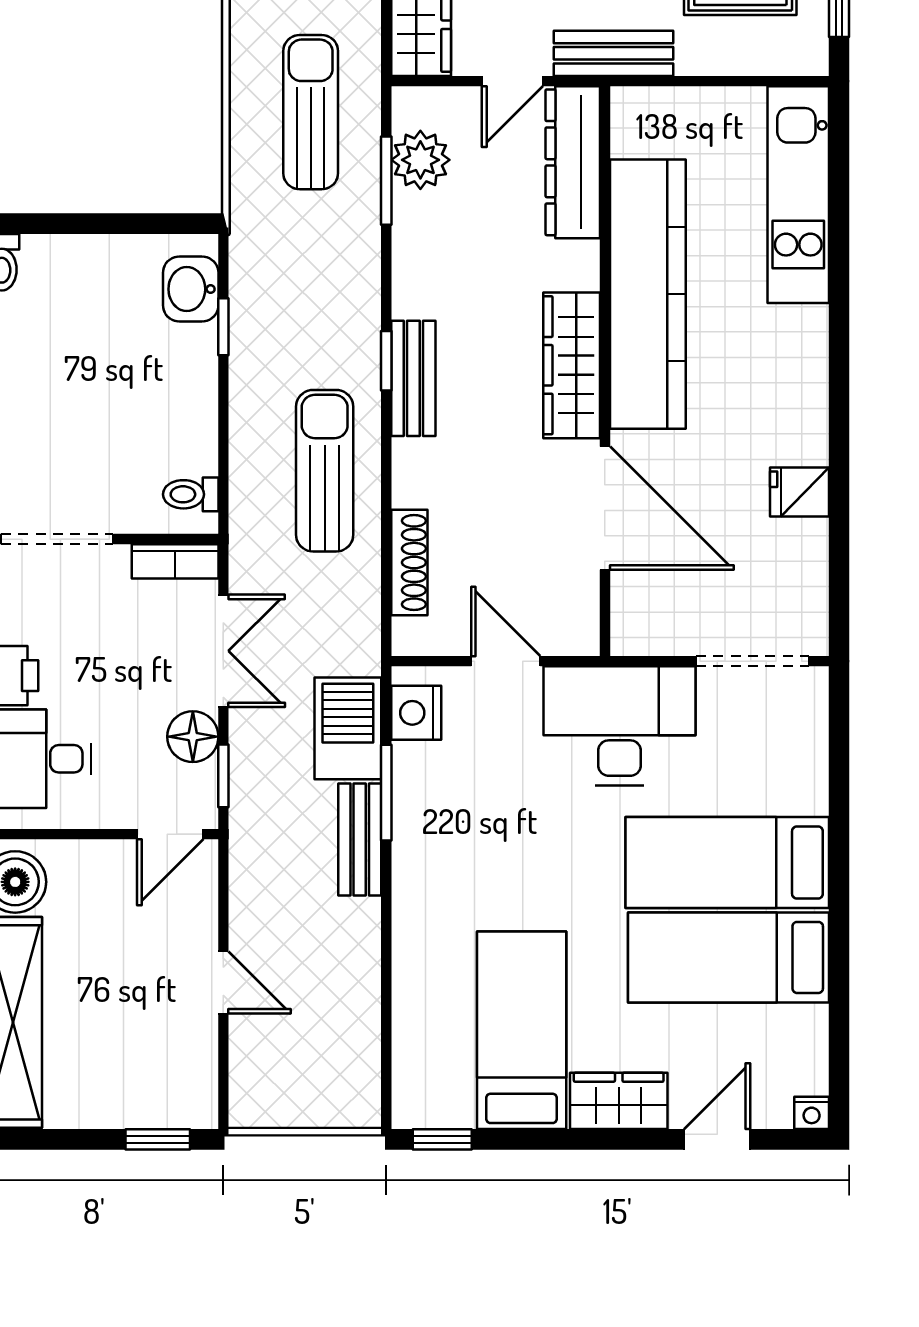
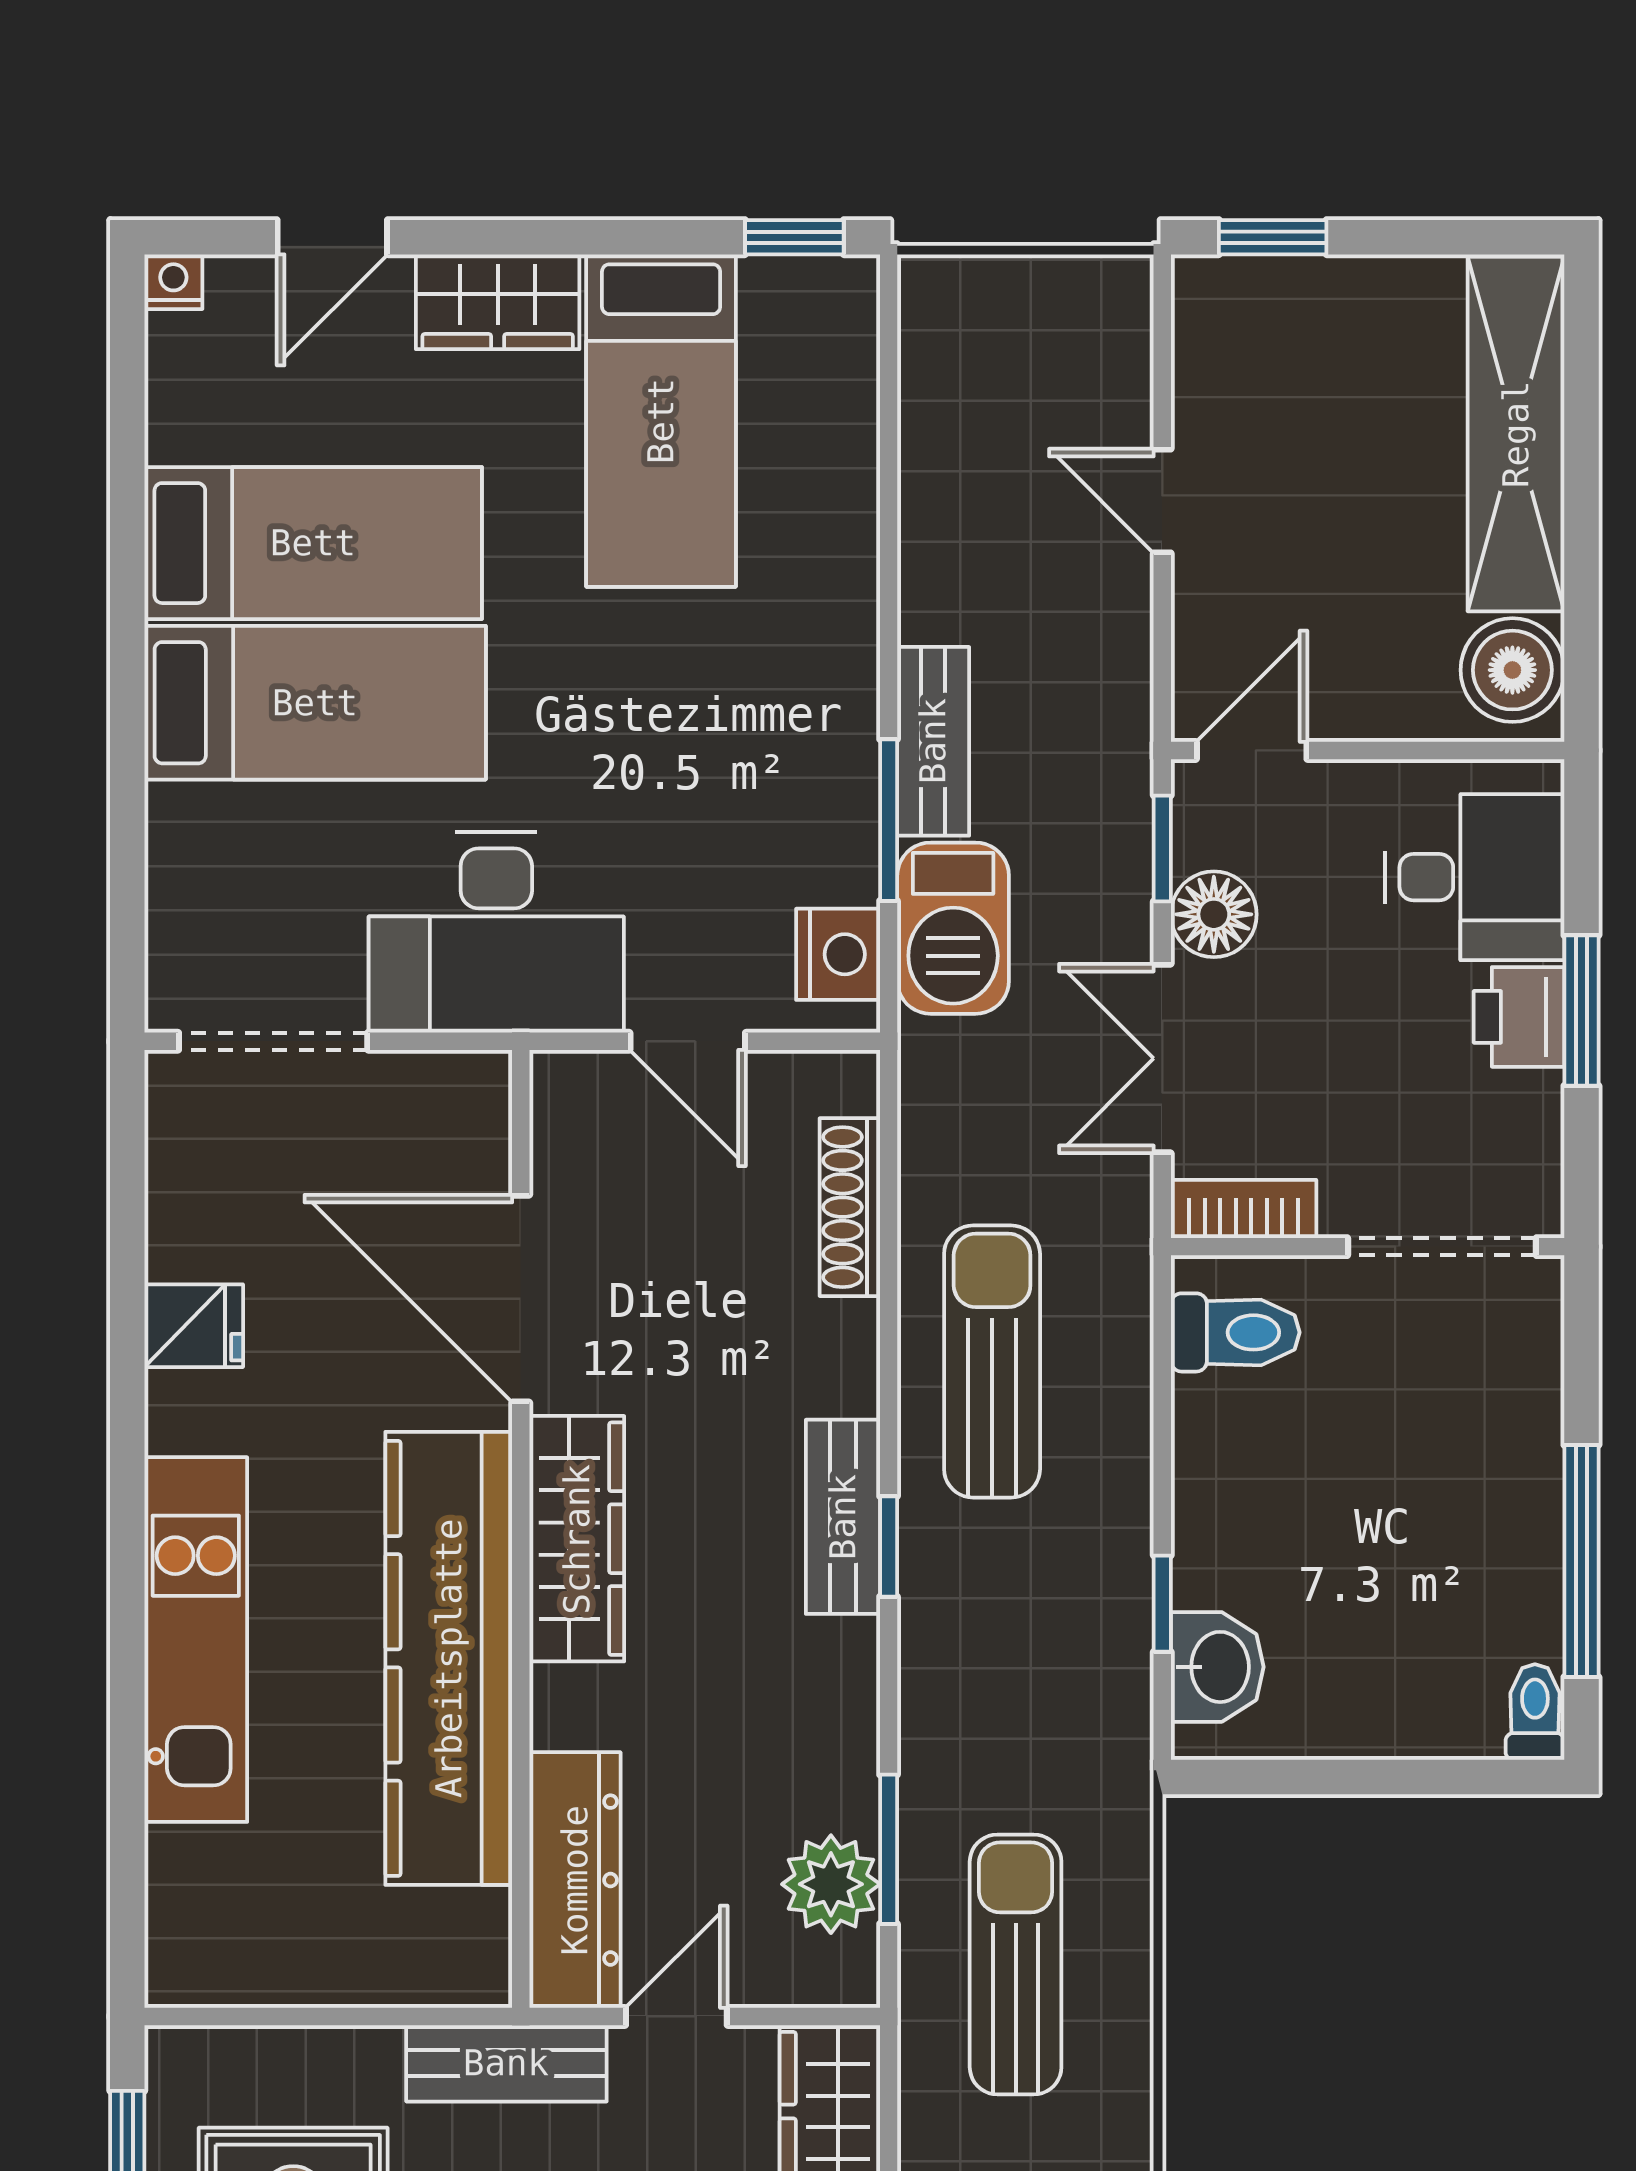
sun lounger: (311, 112) -> (1016, 1964), turned 180
kitchen unit: (798, 195) -> (196, 1640), moved
sun lounger: (325, 471) -> (992, 1362), turned 180
toilet: (191, 494) -> (1235, 1332), width x1.37, depth x1.39

